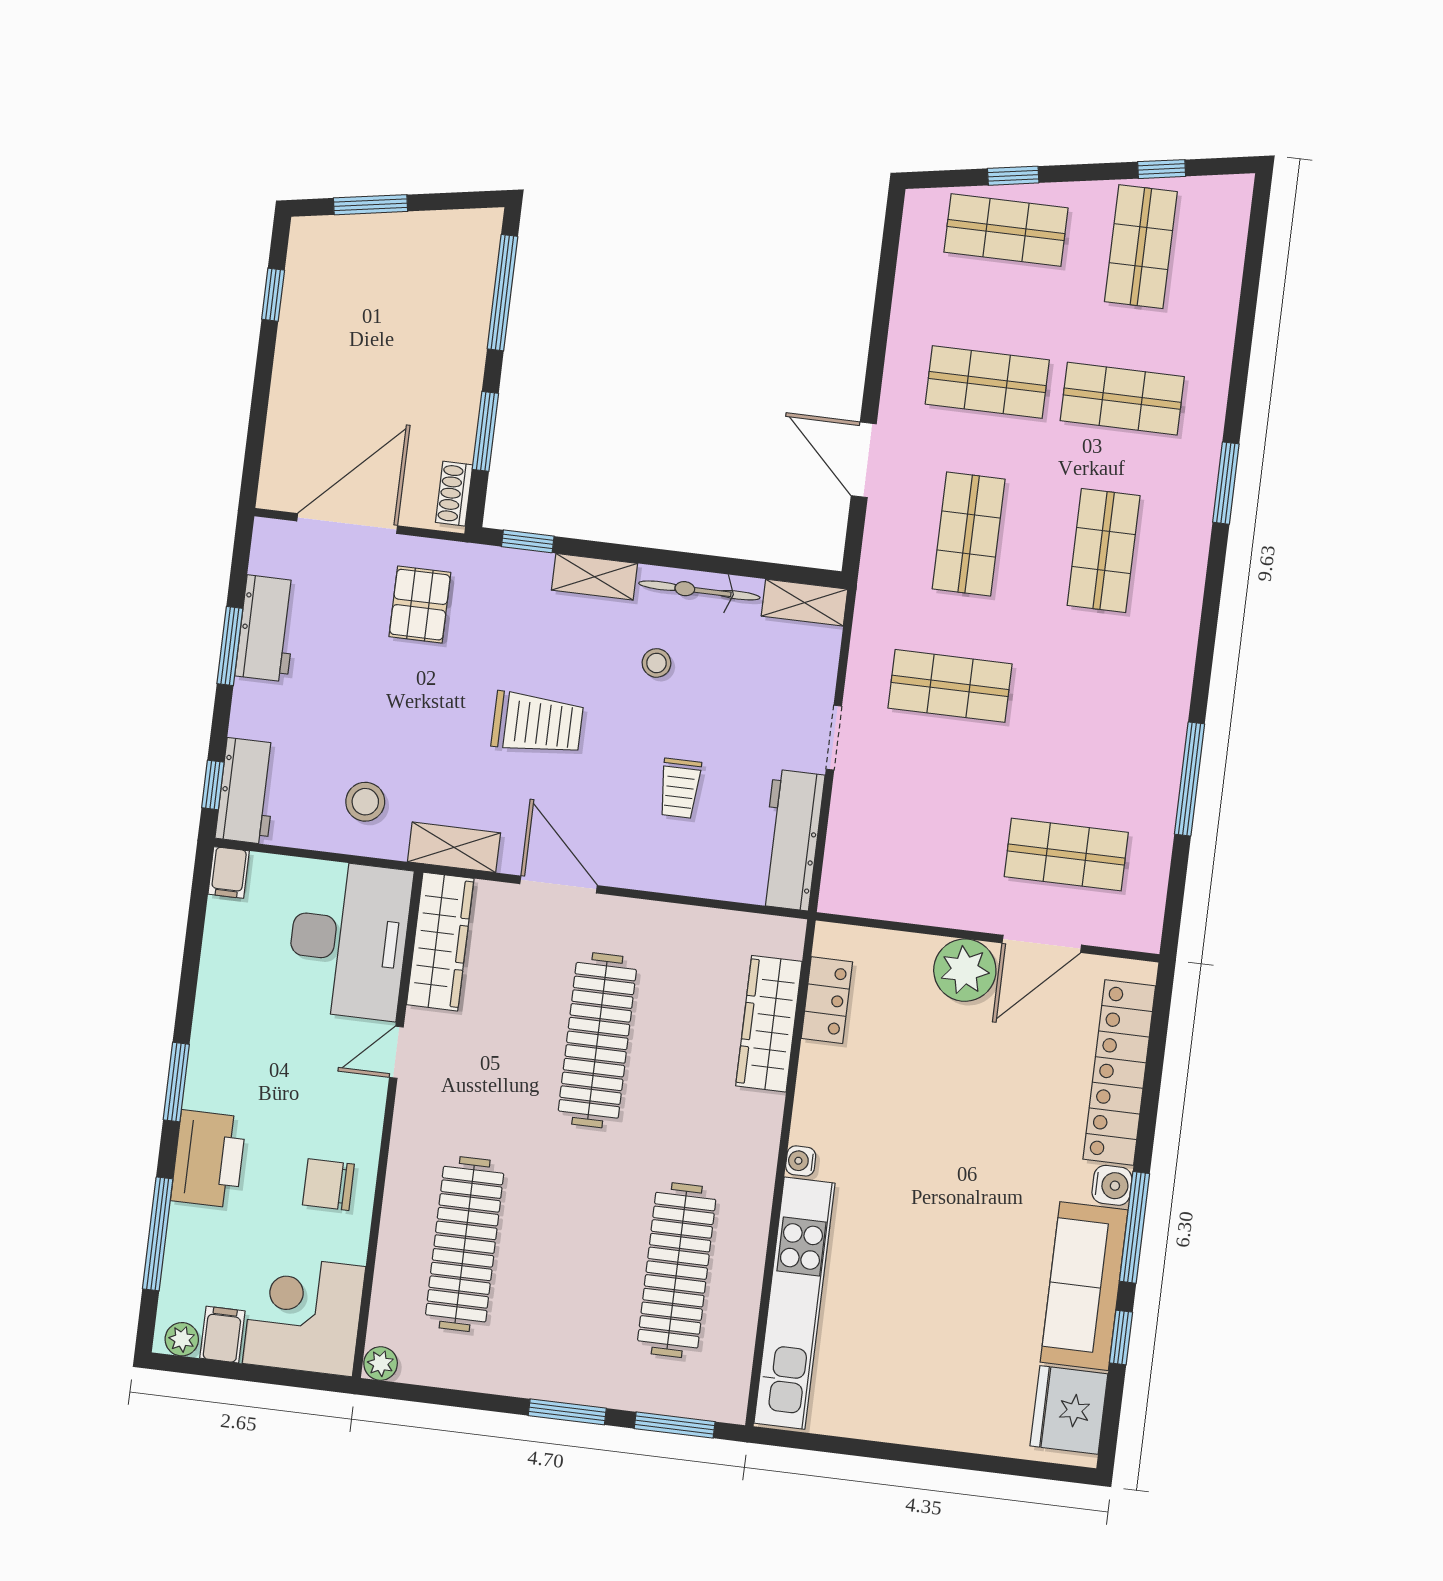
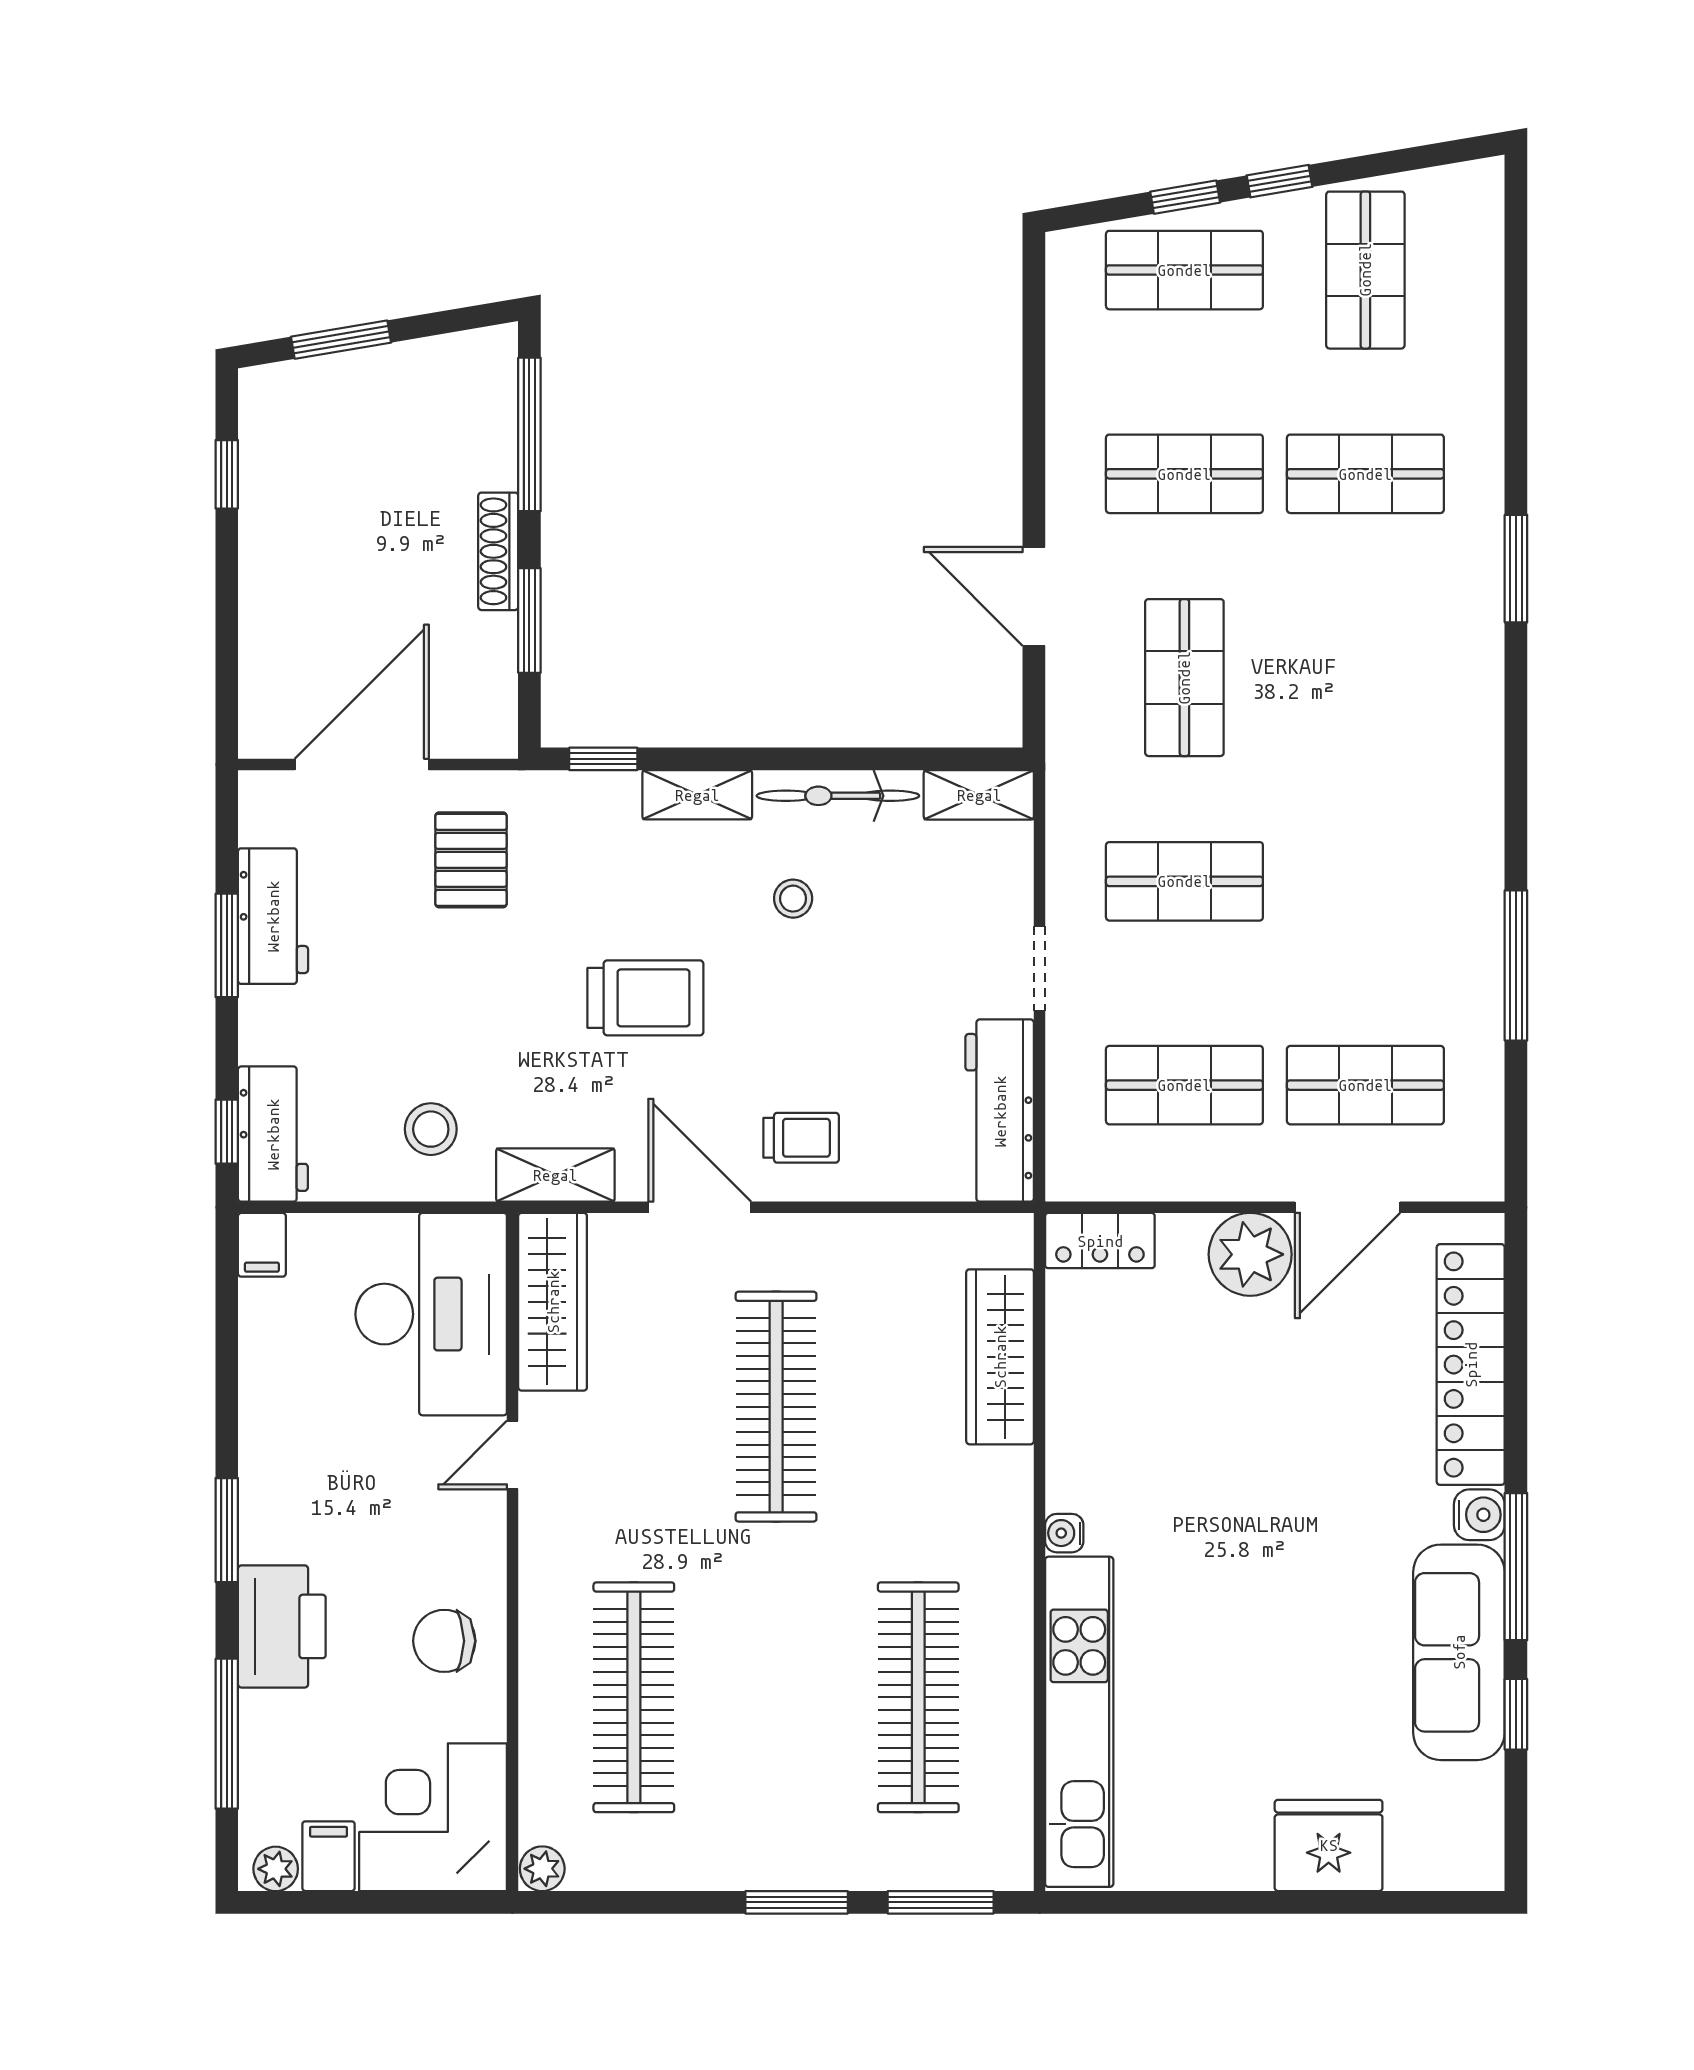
window: (1162, 169) -> (1280, 181), moved
shoe rack: (454, 494) -> (498, 551), moved, width x1.43
shop shelf: (1104, 551) -> (1184, 1085), moved, turned 90
trolley: (680, 788) -> (801, 1138), moved, turned -90
locker: (827, 1000) -> (1100, 1241), moved, turned 90
fridge: (1069, 1410) -> (1329, 1845), moved, turned 90

